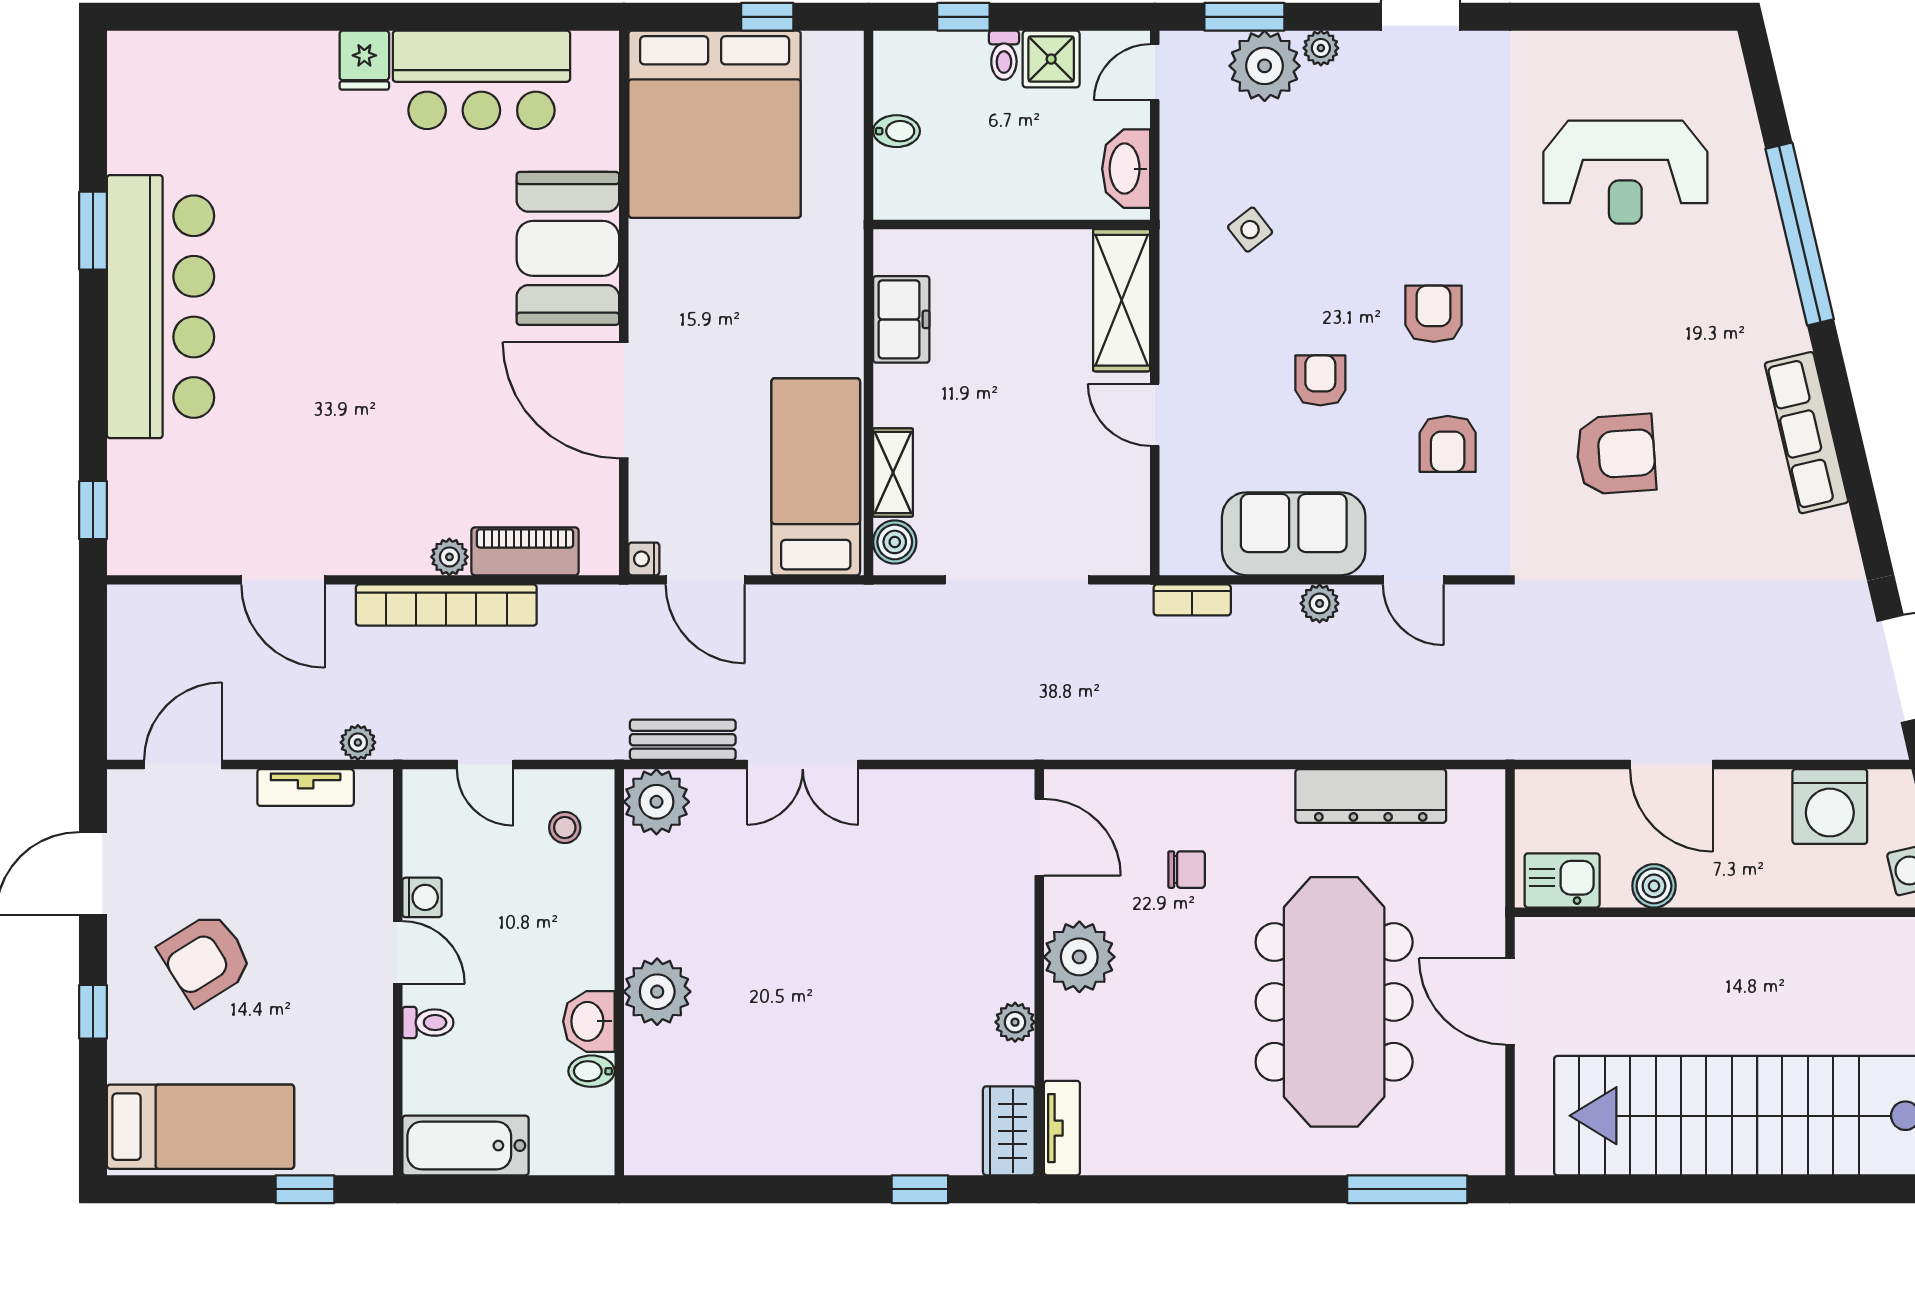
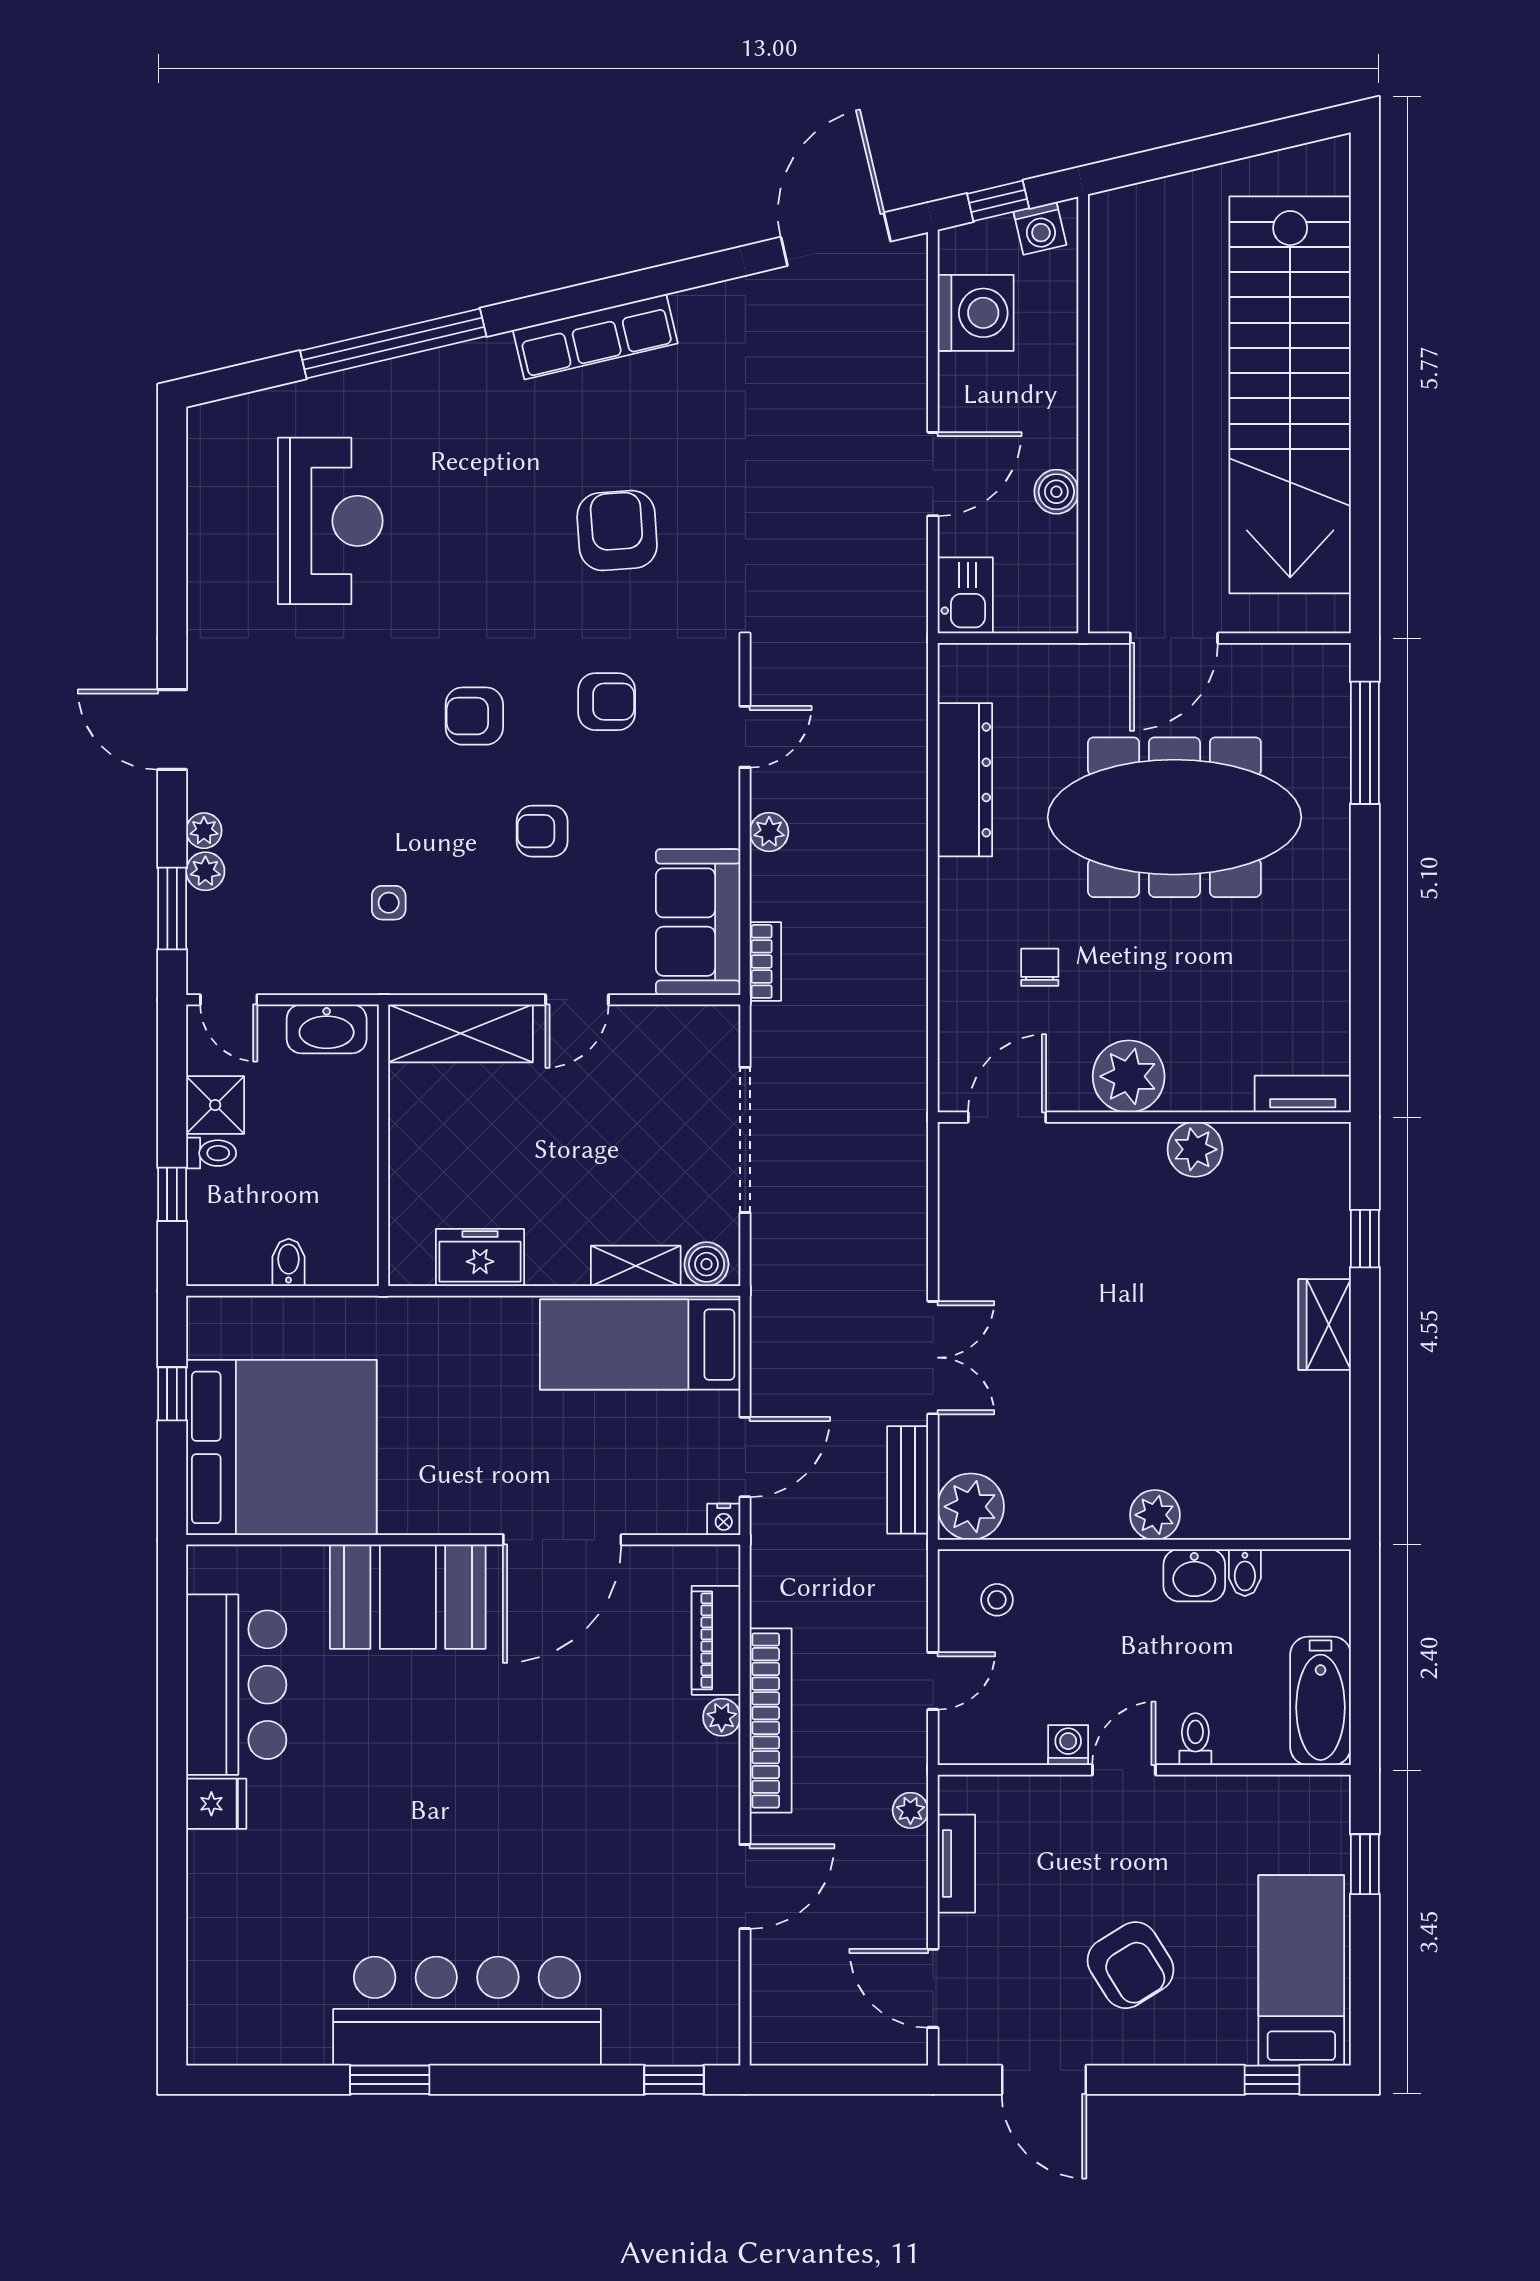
plant: (1265, 66) -> (205, 871), width x0.53, depth x0.53
side table: (1250, 230) -> (389, 903), turned 38
sofa: (1294, 534) -> (698, 922), moved
kitchen sink: (1562, 880) -> (965, 595), moved, turned 180
plant: (657, 992) -> (1155, 1515), width x0.73, depth x0.73
window: (93, 1012) -> (1272, 2080), moved
plant: (1015, 1022) -> (1195, 1149), width x1.38, depth x1.38
wardrobe: (1009, 1131) -> (1325, 1324), moved, turned 90

